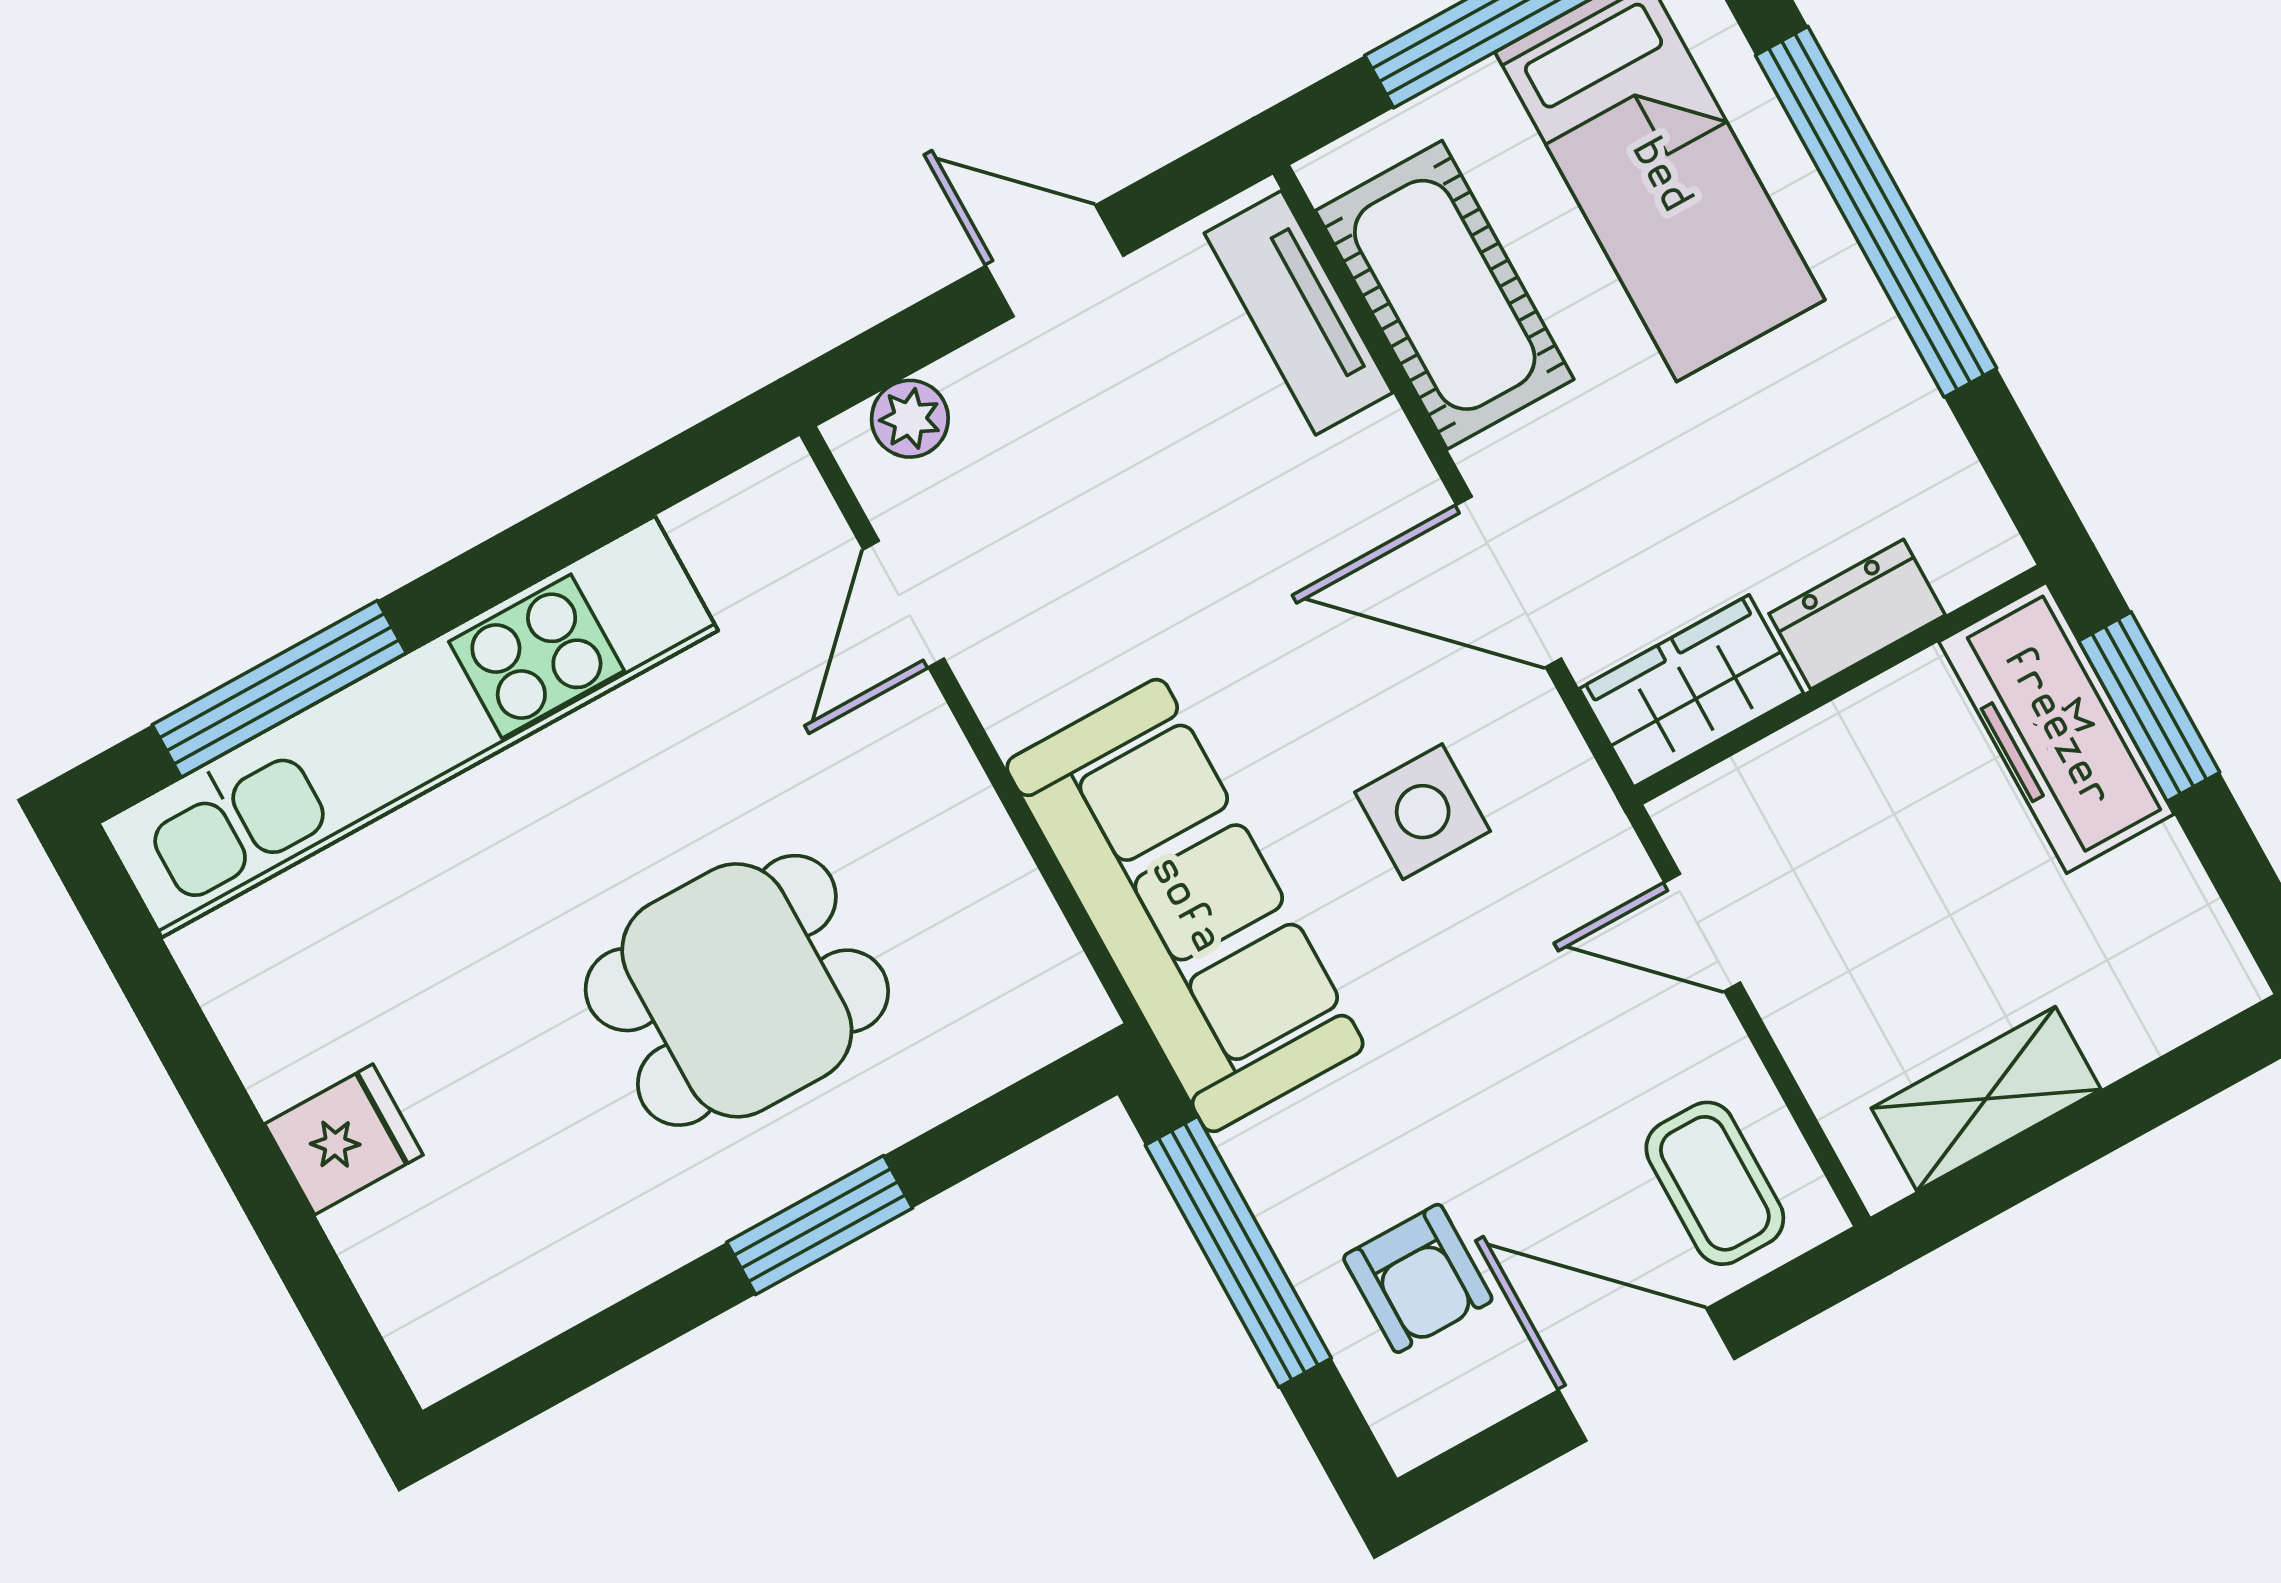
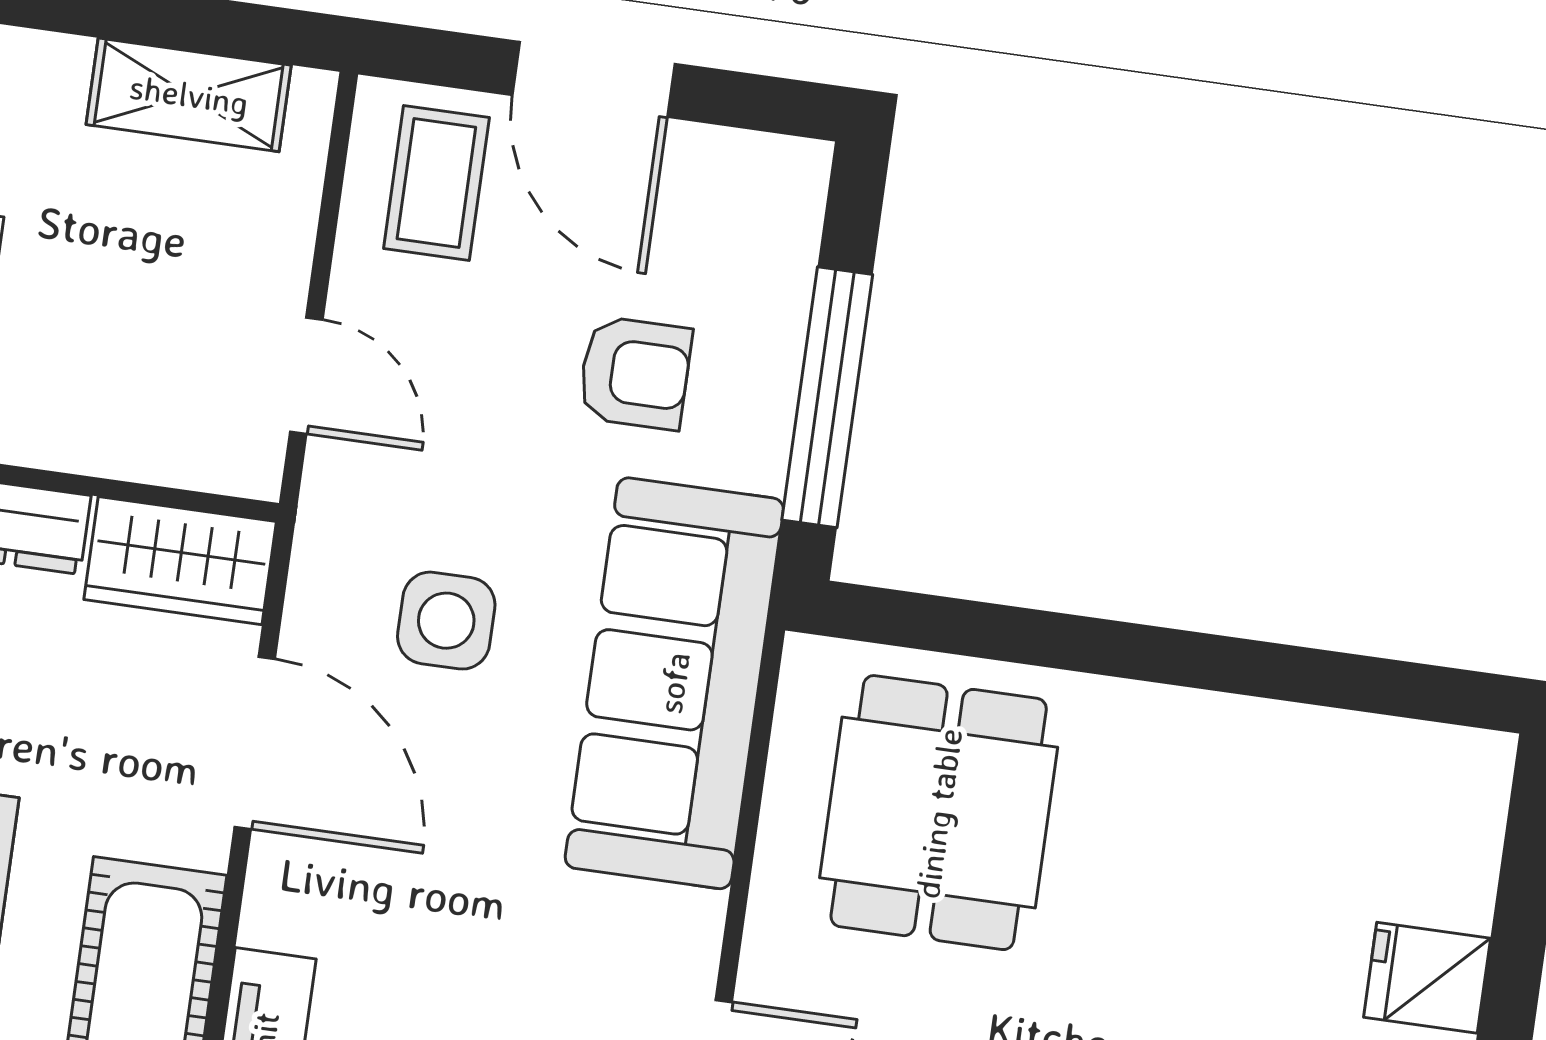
dining table: (737, 990) -> (939, 813), moved, turned 90
window: (820, 1225) -> (1122, 650), removed
armchair: (1418, 1278) -> (635, 373), moved, turned 90

